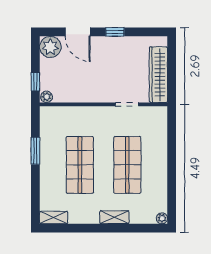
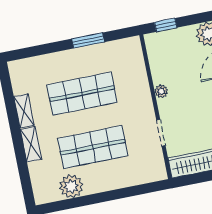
plant: (47, 97) -> (161, 91), moved
shelving: (54, 218) -> (24, 111), moved
plant: (162, 218) -> (71, 186), moved, width x1.87, depth x1.87

